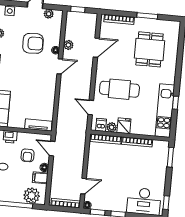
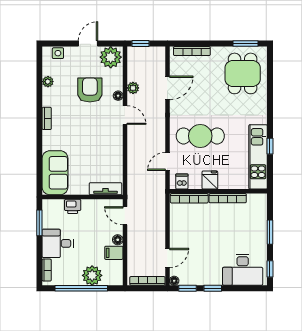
plant: (49, 14) -> (111, 57), width x1.88, depth x1.88
window: (147, 16) -> (245, 44), moved
armchair: (33, 43) -> (90, 90), turned -88
dining table: (149, 49) -> (243, 73), moved
door: (60, 66) -> (125, 115), hinge flipped
door: (91, 107) -> (167, 161), hinge flipped
plant: (112, 127) -> (195, 183), removed
armchair: (28, 155) -> (96, 227), removed
window: (170, 157) -> (270, 232), moved
plant: (32, 196) -> (92, 275), moved

